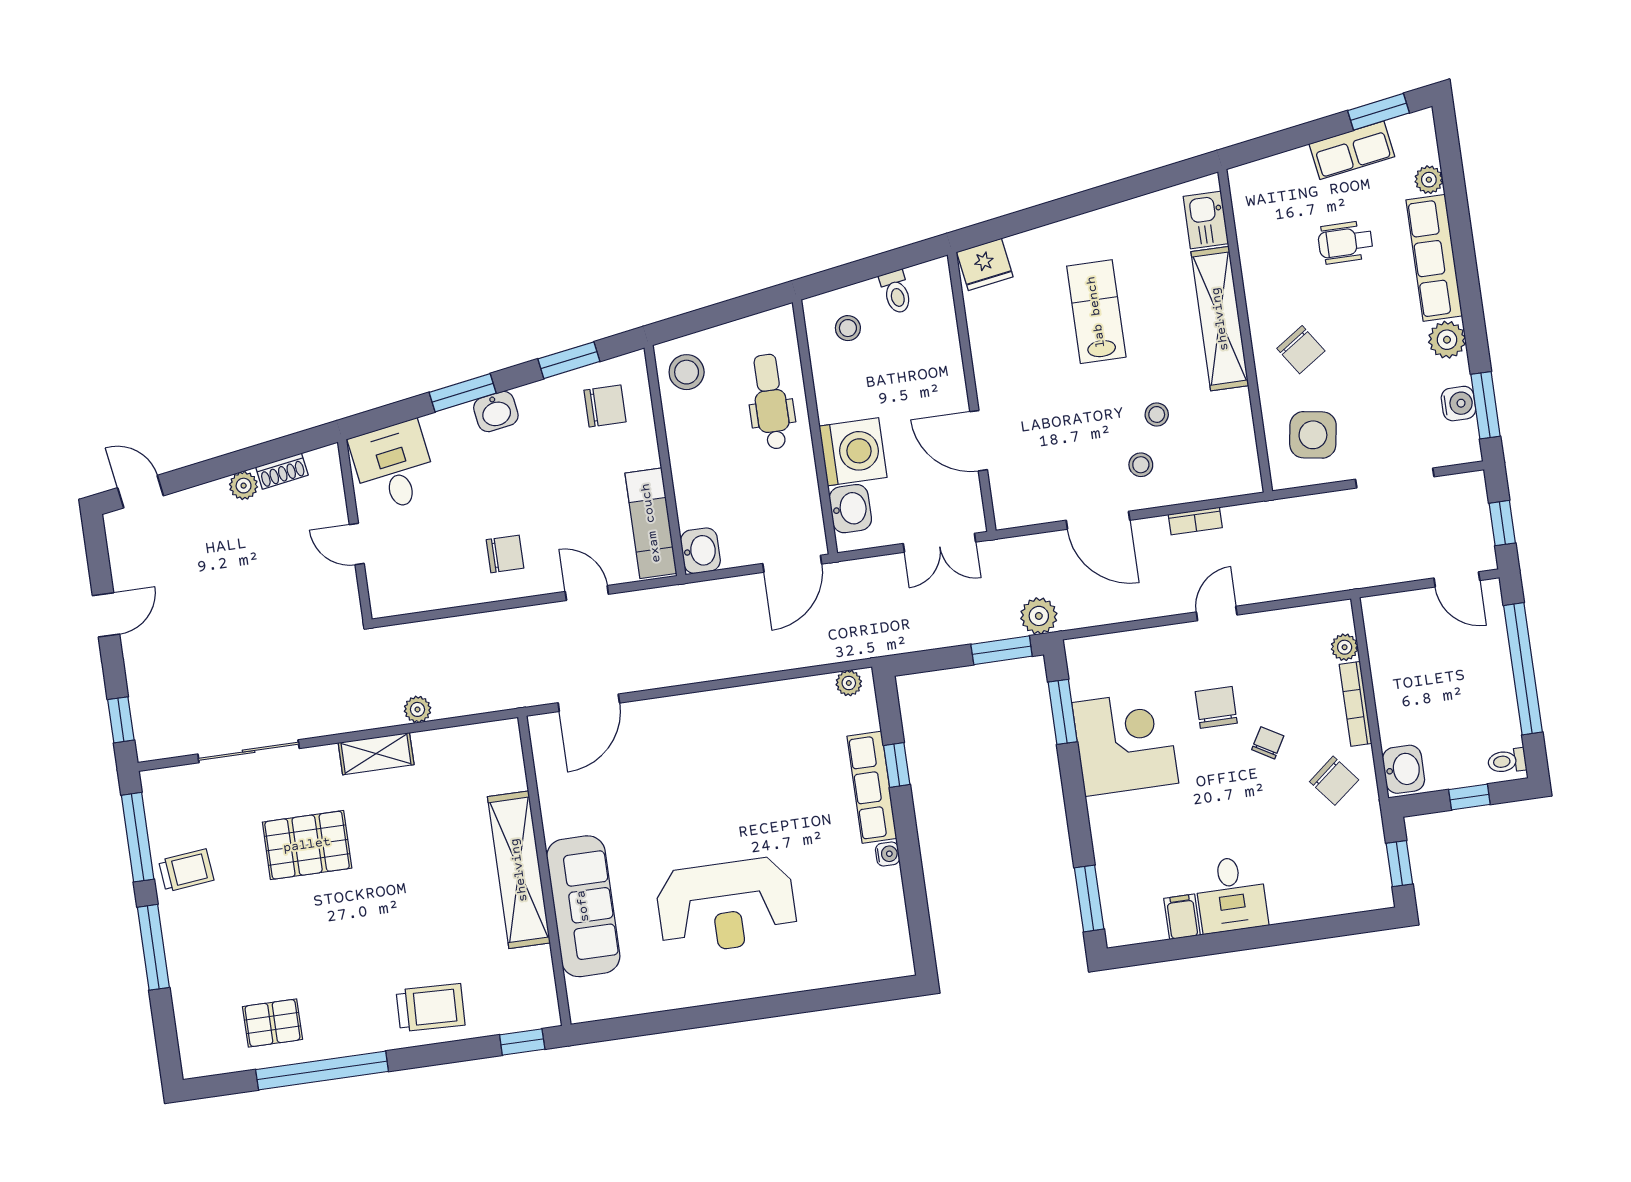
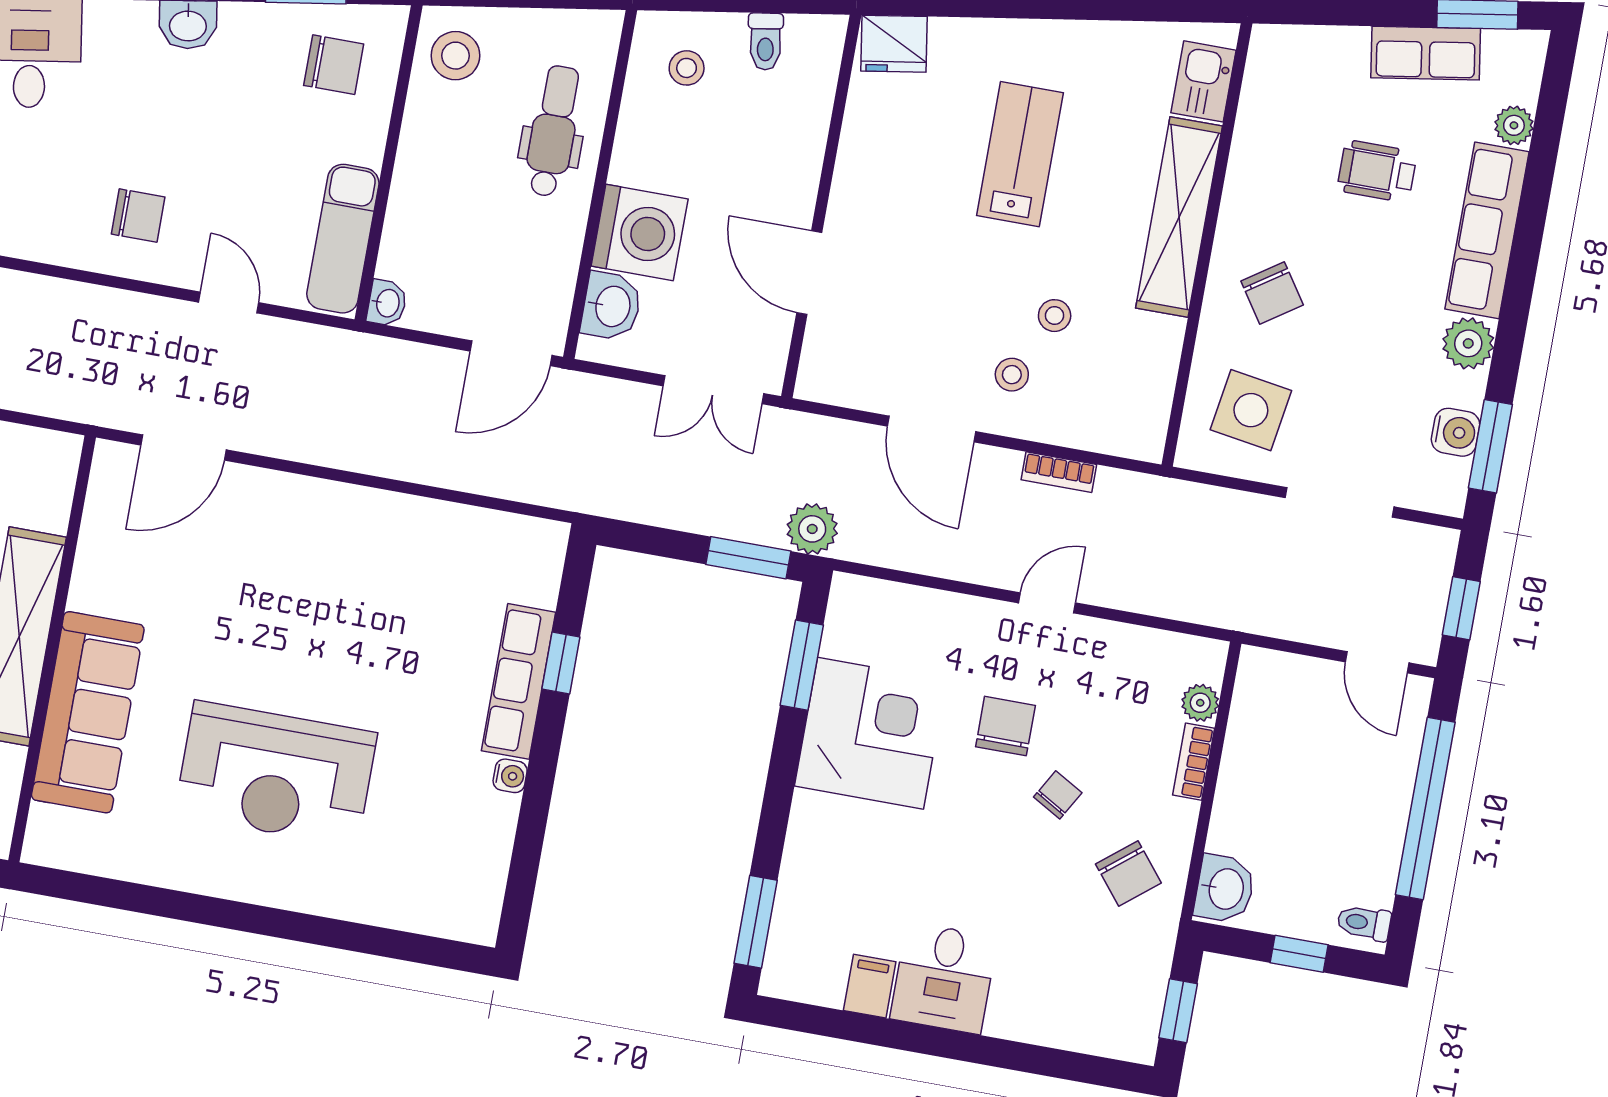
washbasin: (700, 551) -> (387, 303), width x0.72, depth x0.69
plant: (849, 683) -> (534, 534), removed
bookcase: (1356, 704) -> (1194, 762), width x0.64

